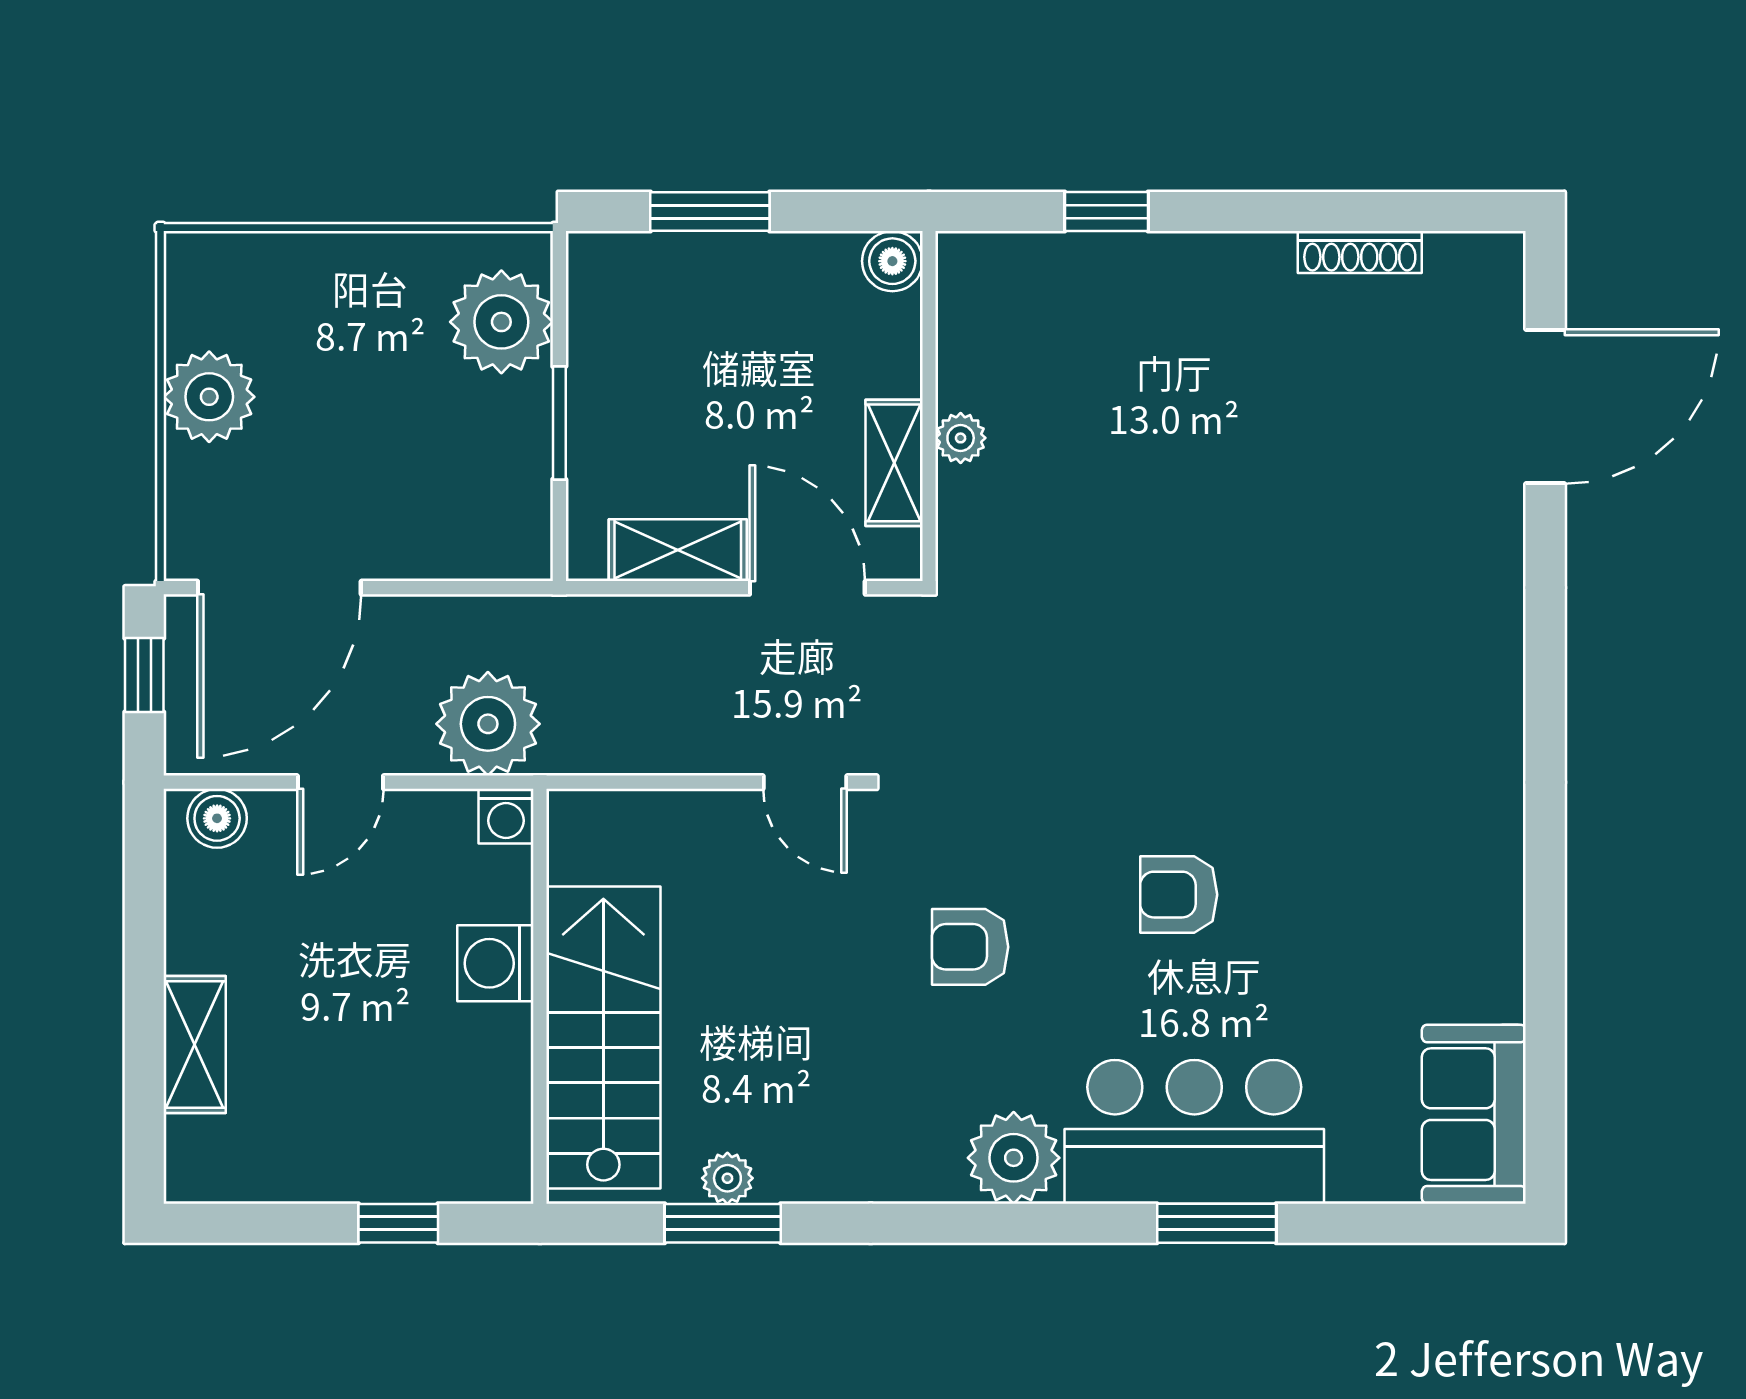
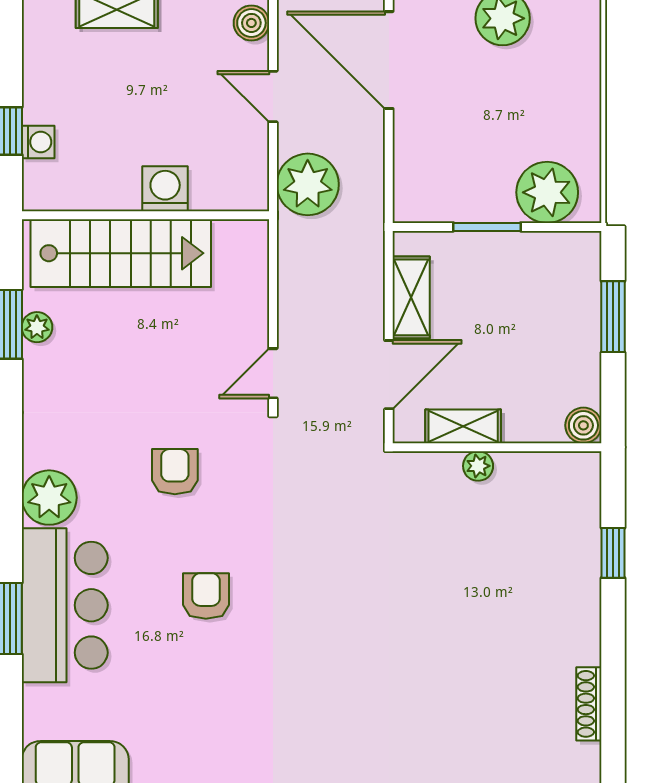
washing machine: (506, 816) -> (38, 142), moved, turned 180

